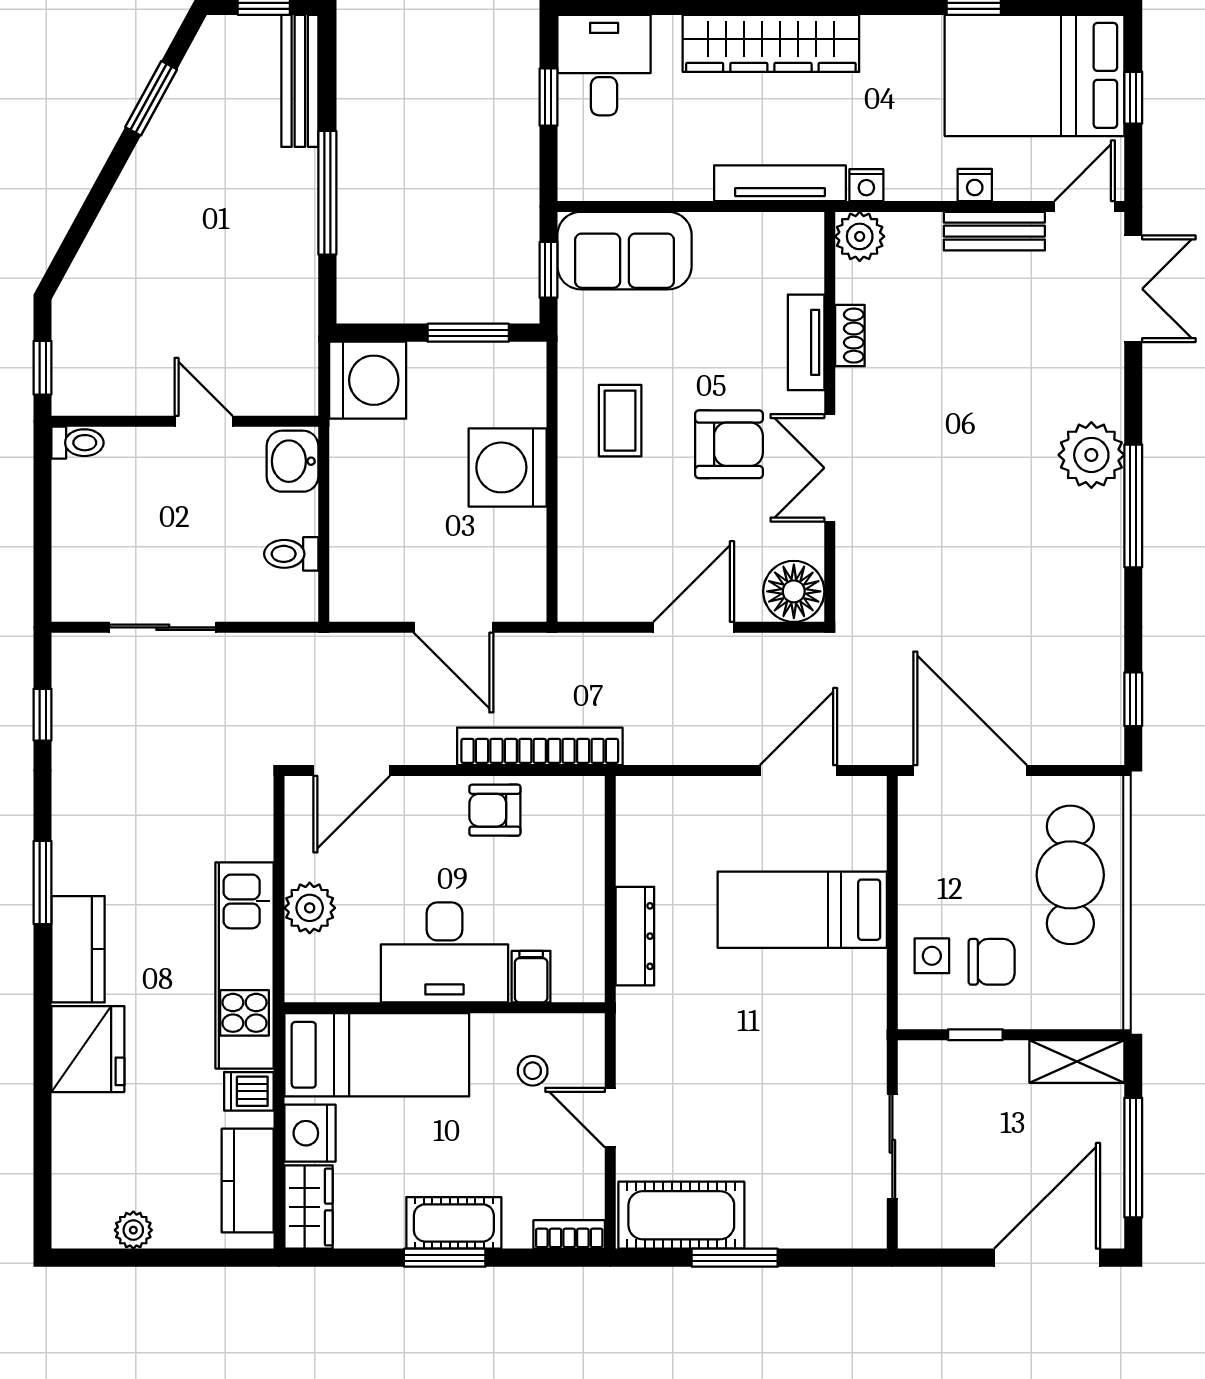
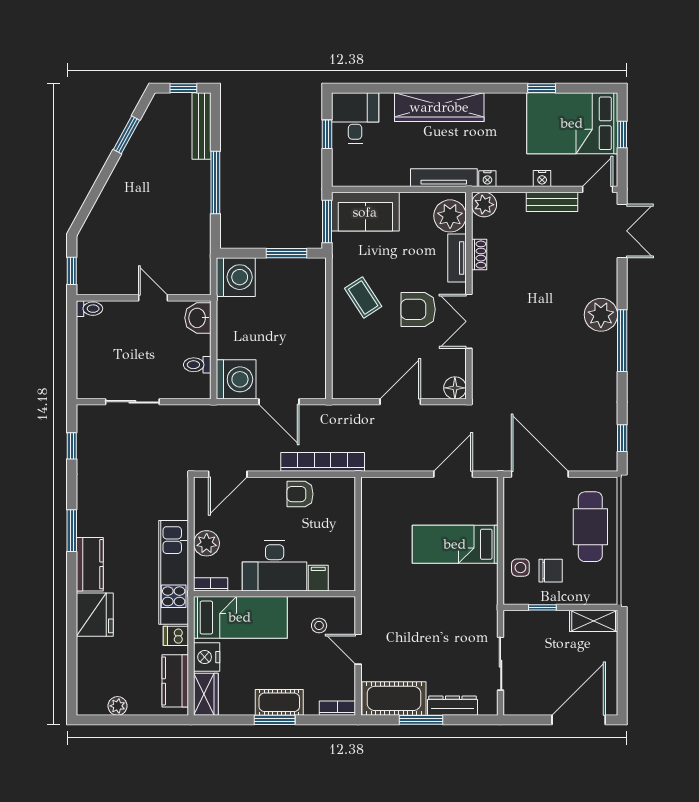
plant: (792, 259) -> (450, 216), added
window: (548, 270) -> (327, 221), width x1.50
coffee table: (620, 421) -> (363, 297), turned -33
armchair: (729, 444) -> (418, 309), turned 180
washing machine: (508, 467) -> (236, 379), moved, turned 180
floor lamp: (794, 591) -> (455, 388), width x0.73, depth x0.73
dresser: (635, 936) -> (453, 706), moved, turned -90
bookcase: (318, 989) -> (211, 584), added
window: (1133, 1158) -> (622, 669), removed

